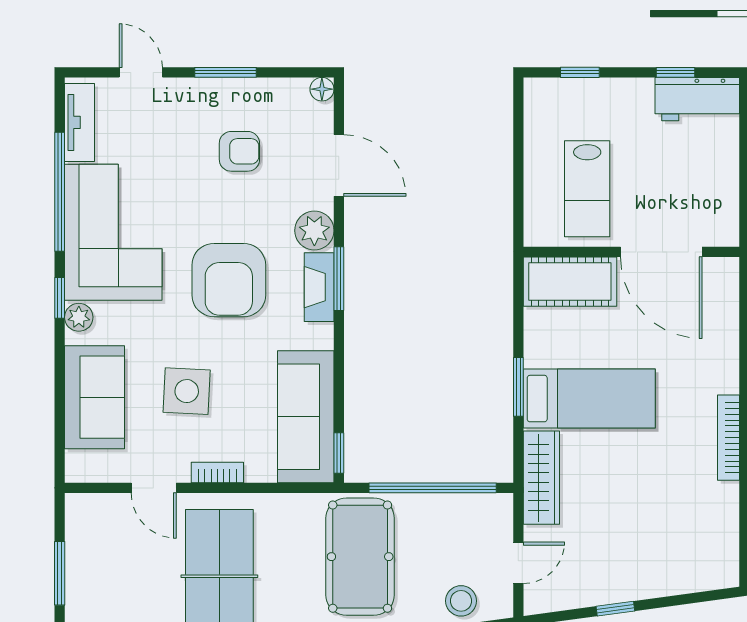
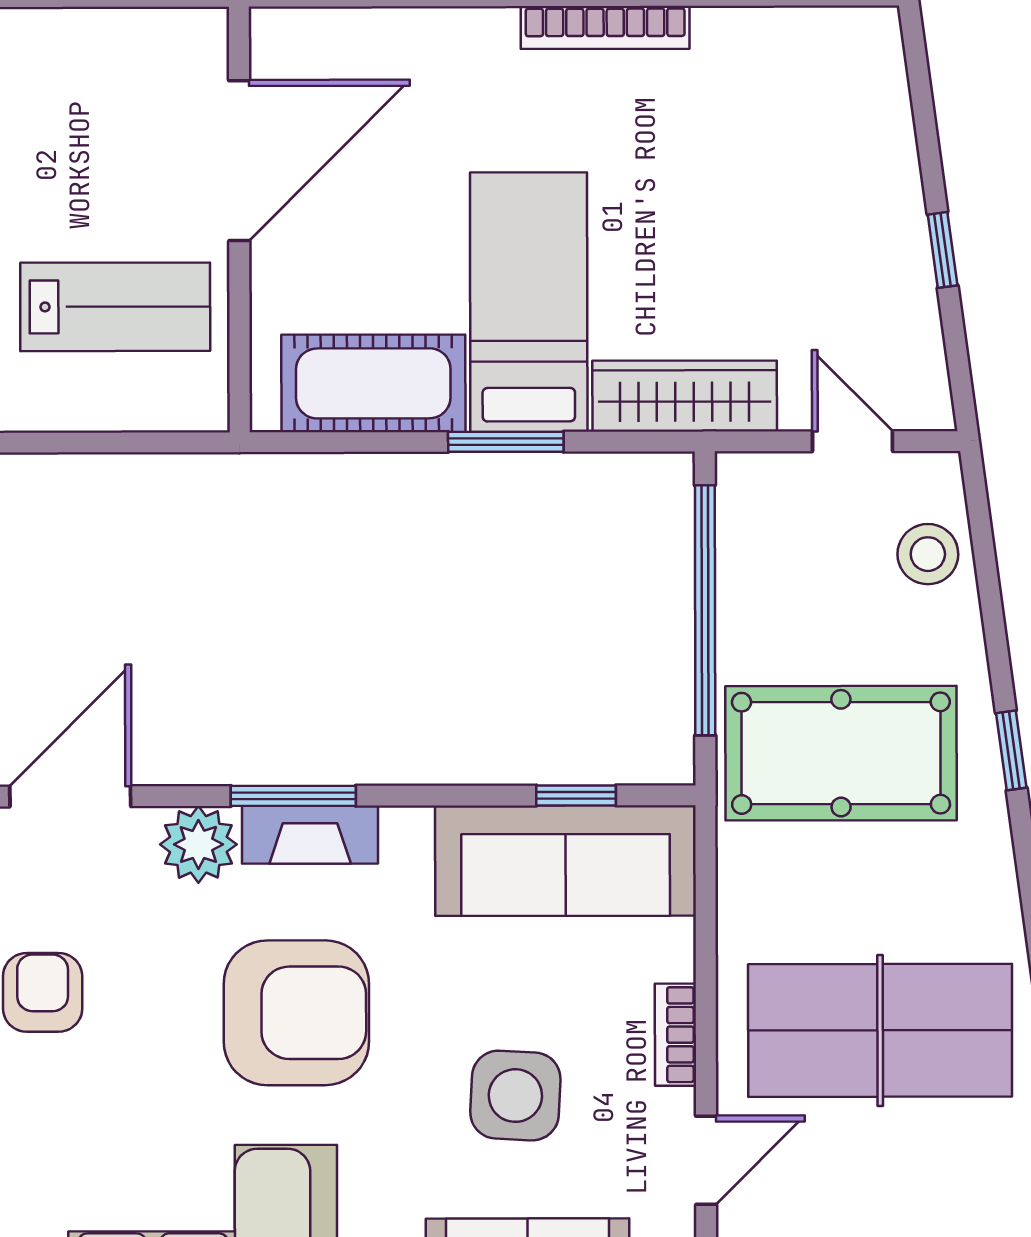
cot: (570, 282) -> (373, 383), moved, turned 90
window: (339, 453) -> (576, 795), moved

